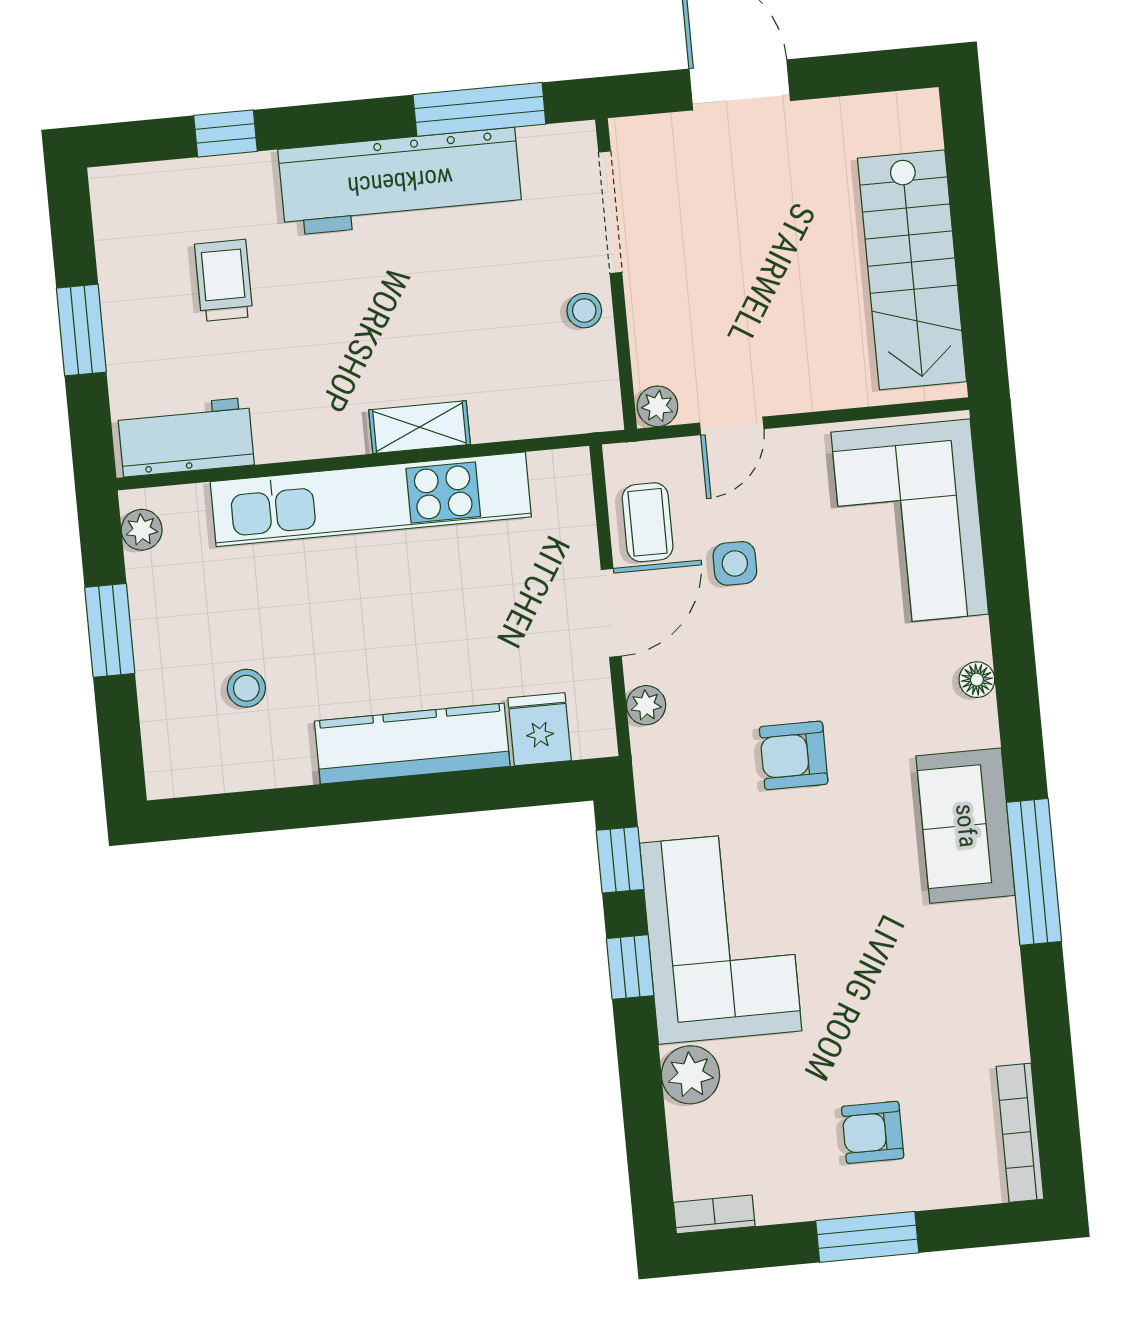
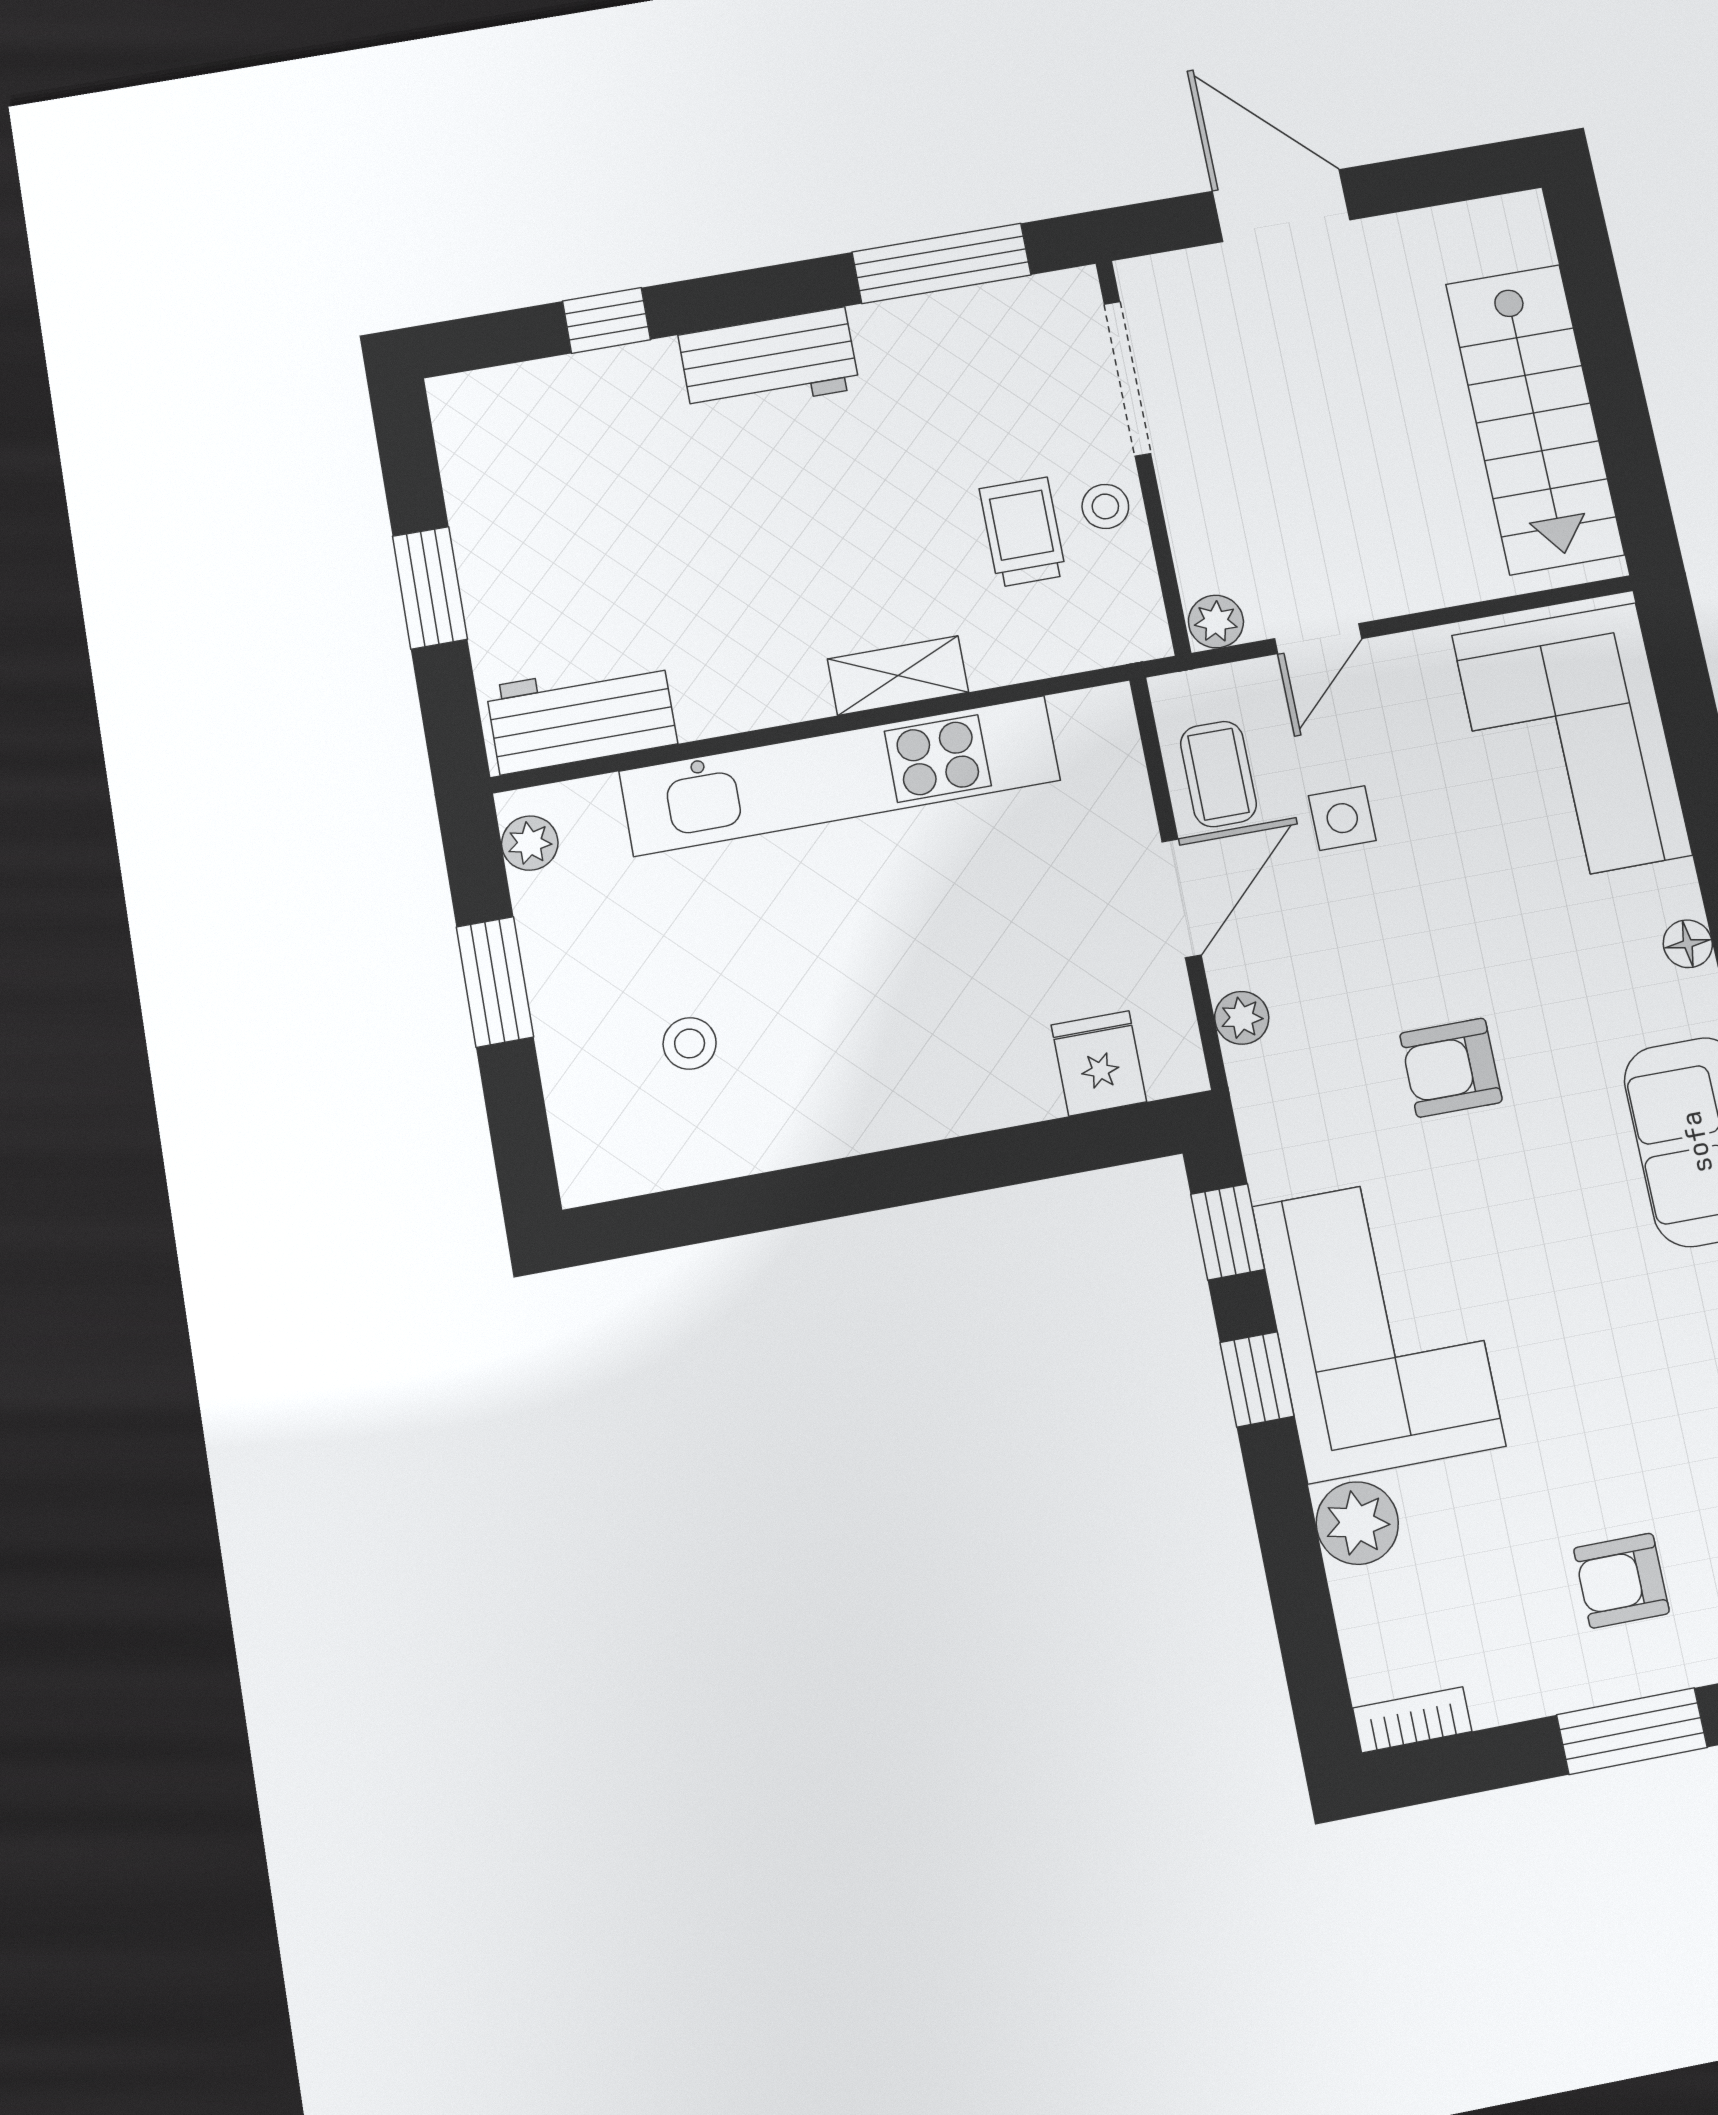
workbench: (400, 181) -> (769, 362), width x0.53, depth x0.76
trolley: (224, 280) -> (1023, 532), moved
kitchen counter: (412, 744) -> (925, 1099), removed

